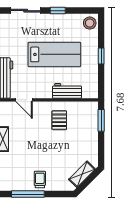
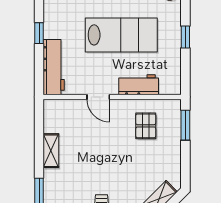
door: (24, 100) -> (98, 97), moved
pallet: (59, 120) -> (146, 126), moved

